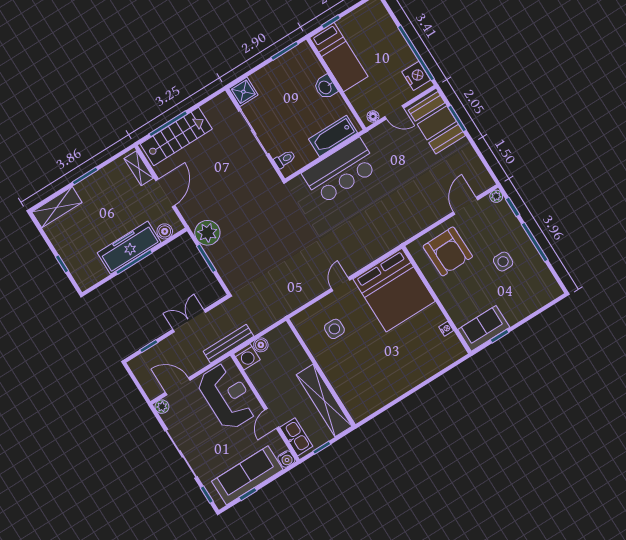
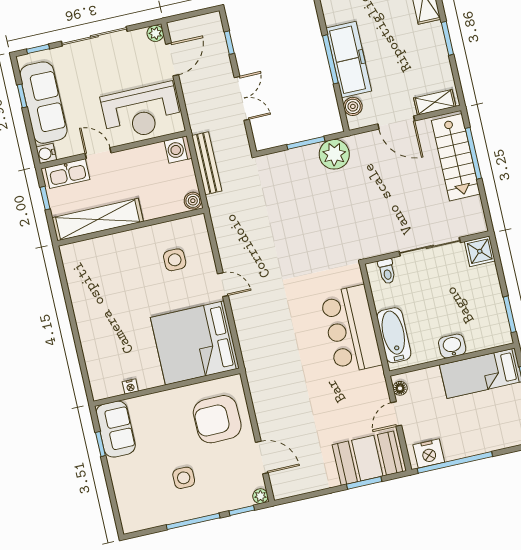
bench: (228, 344) -> (207, 163), moved
boiler: (261, 345) -> (193, 201), moved

